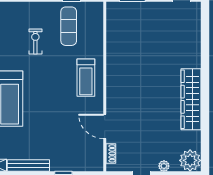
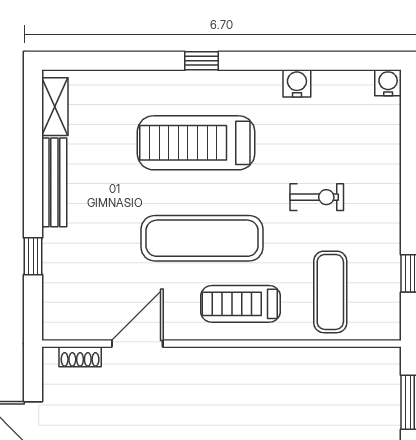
exercise mat: (69, 26) -> (330, 292), moved, turned 90
exercise mat: (55, 96) -> (202, 238), added

